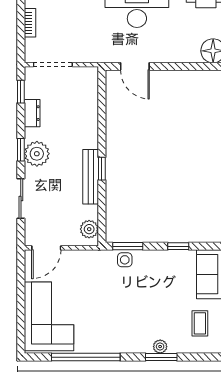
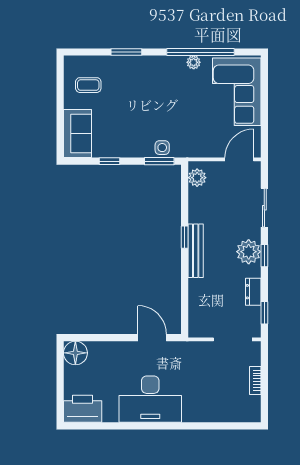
bench: (91, 177) -> (196, 251), moved
coffee table: (200, 323) -> (88, 85), turned 90
plant: (160, 347) -> (194, 62), moved

